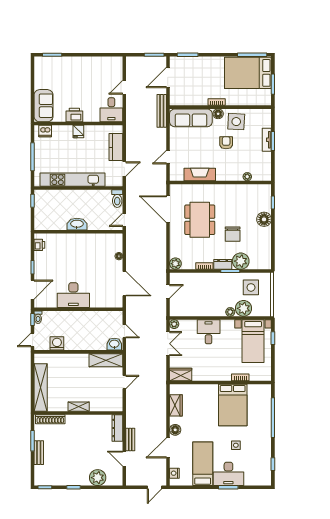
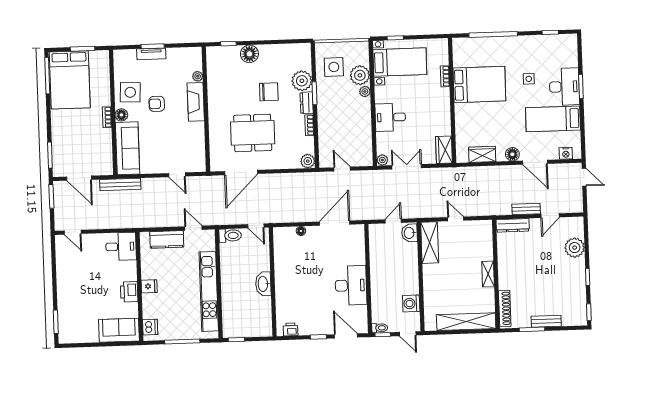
door: (124, 87) -> (73, 232), moved
fireplace: (200, 174) -> (196, 102), moved

